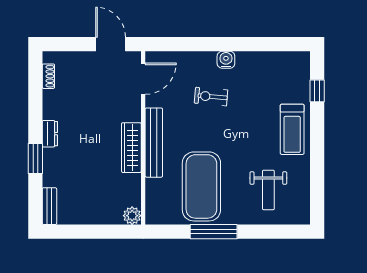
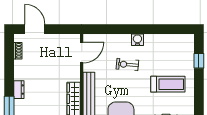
door: (111, 44) -> (35, 29), moved
treadmill: (292, 129) -> (168, 84), moved, turned -90

